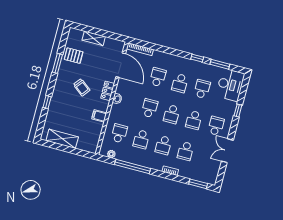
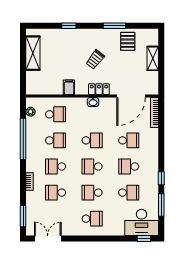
window: (238, 111) -> (144, 238), moved
school desk: (141, 139) -> (56, 140), turned 180
double door: (227, 151) -> (48, 238), moved

